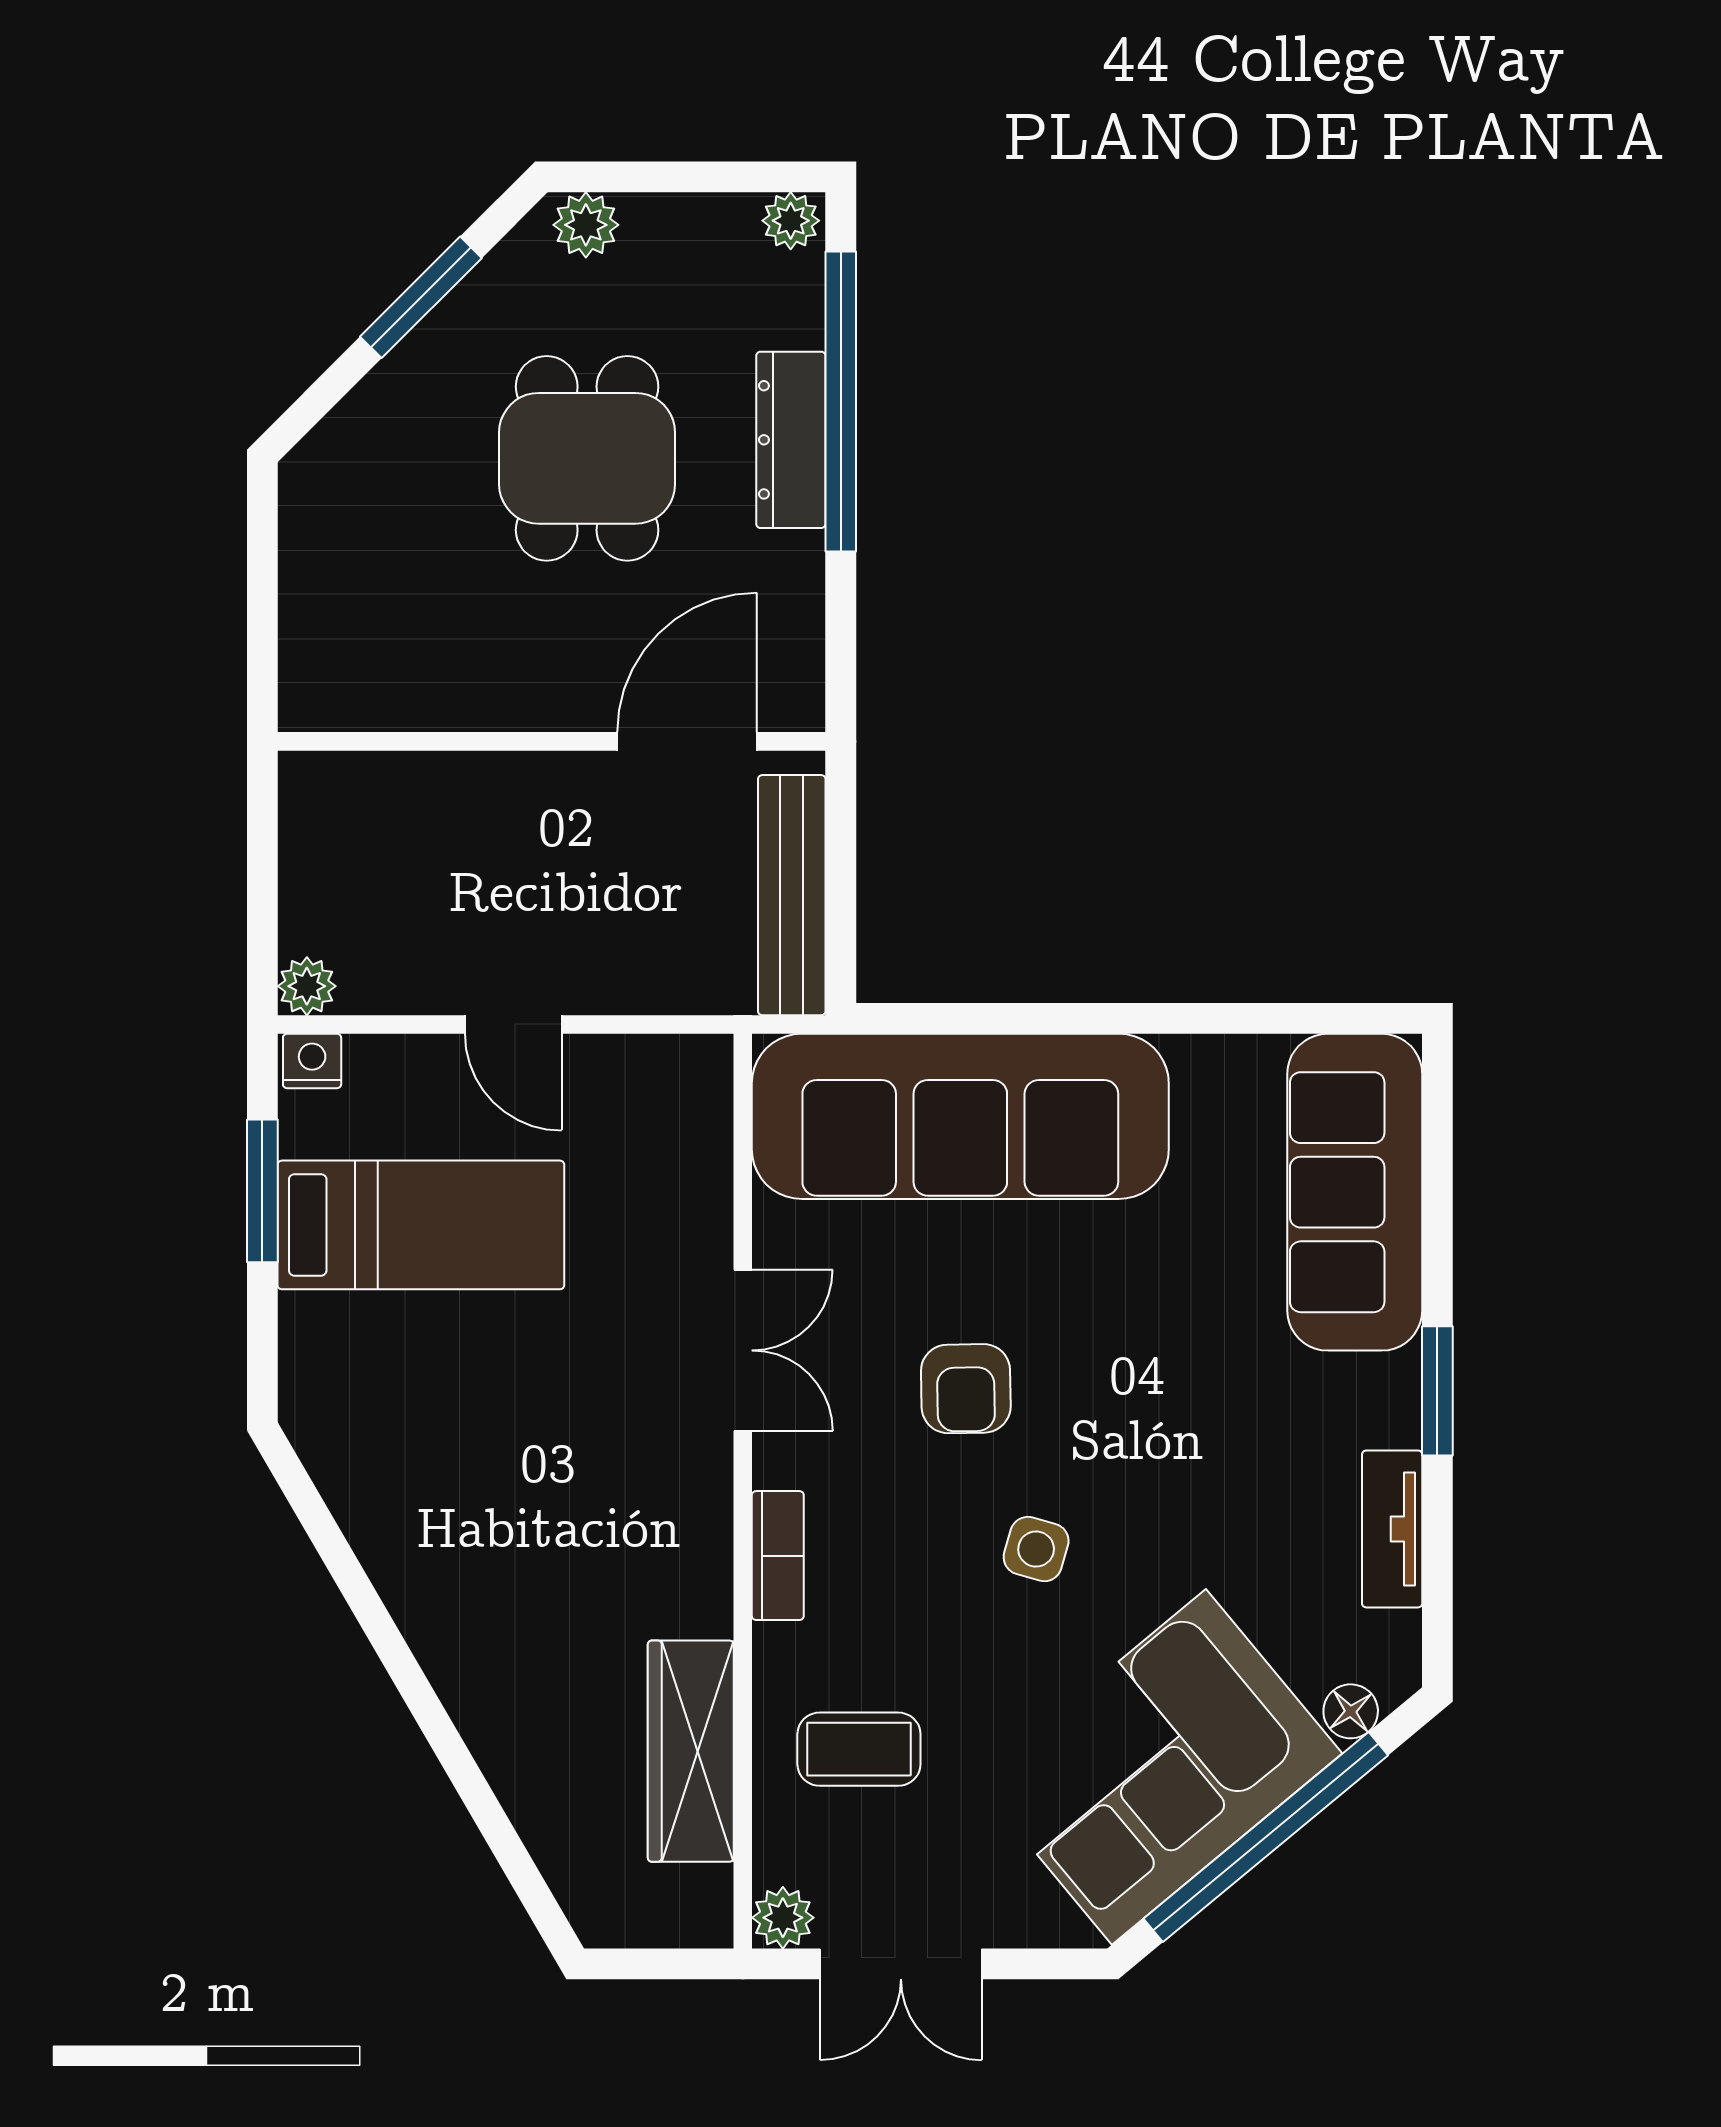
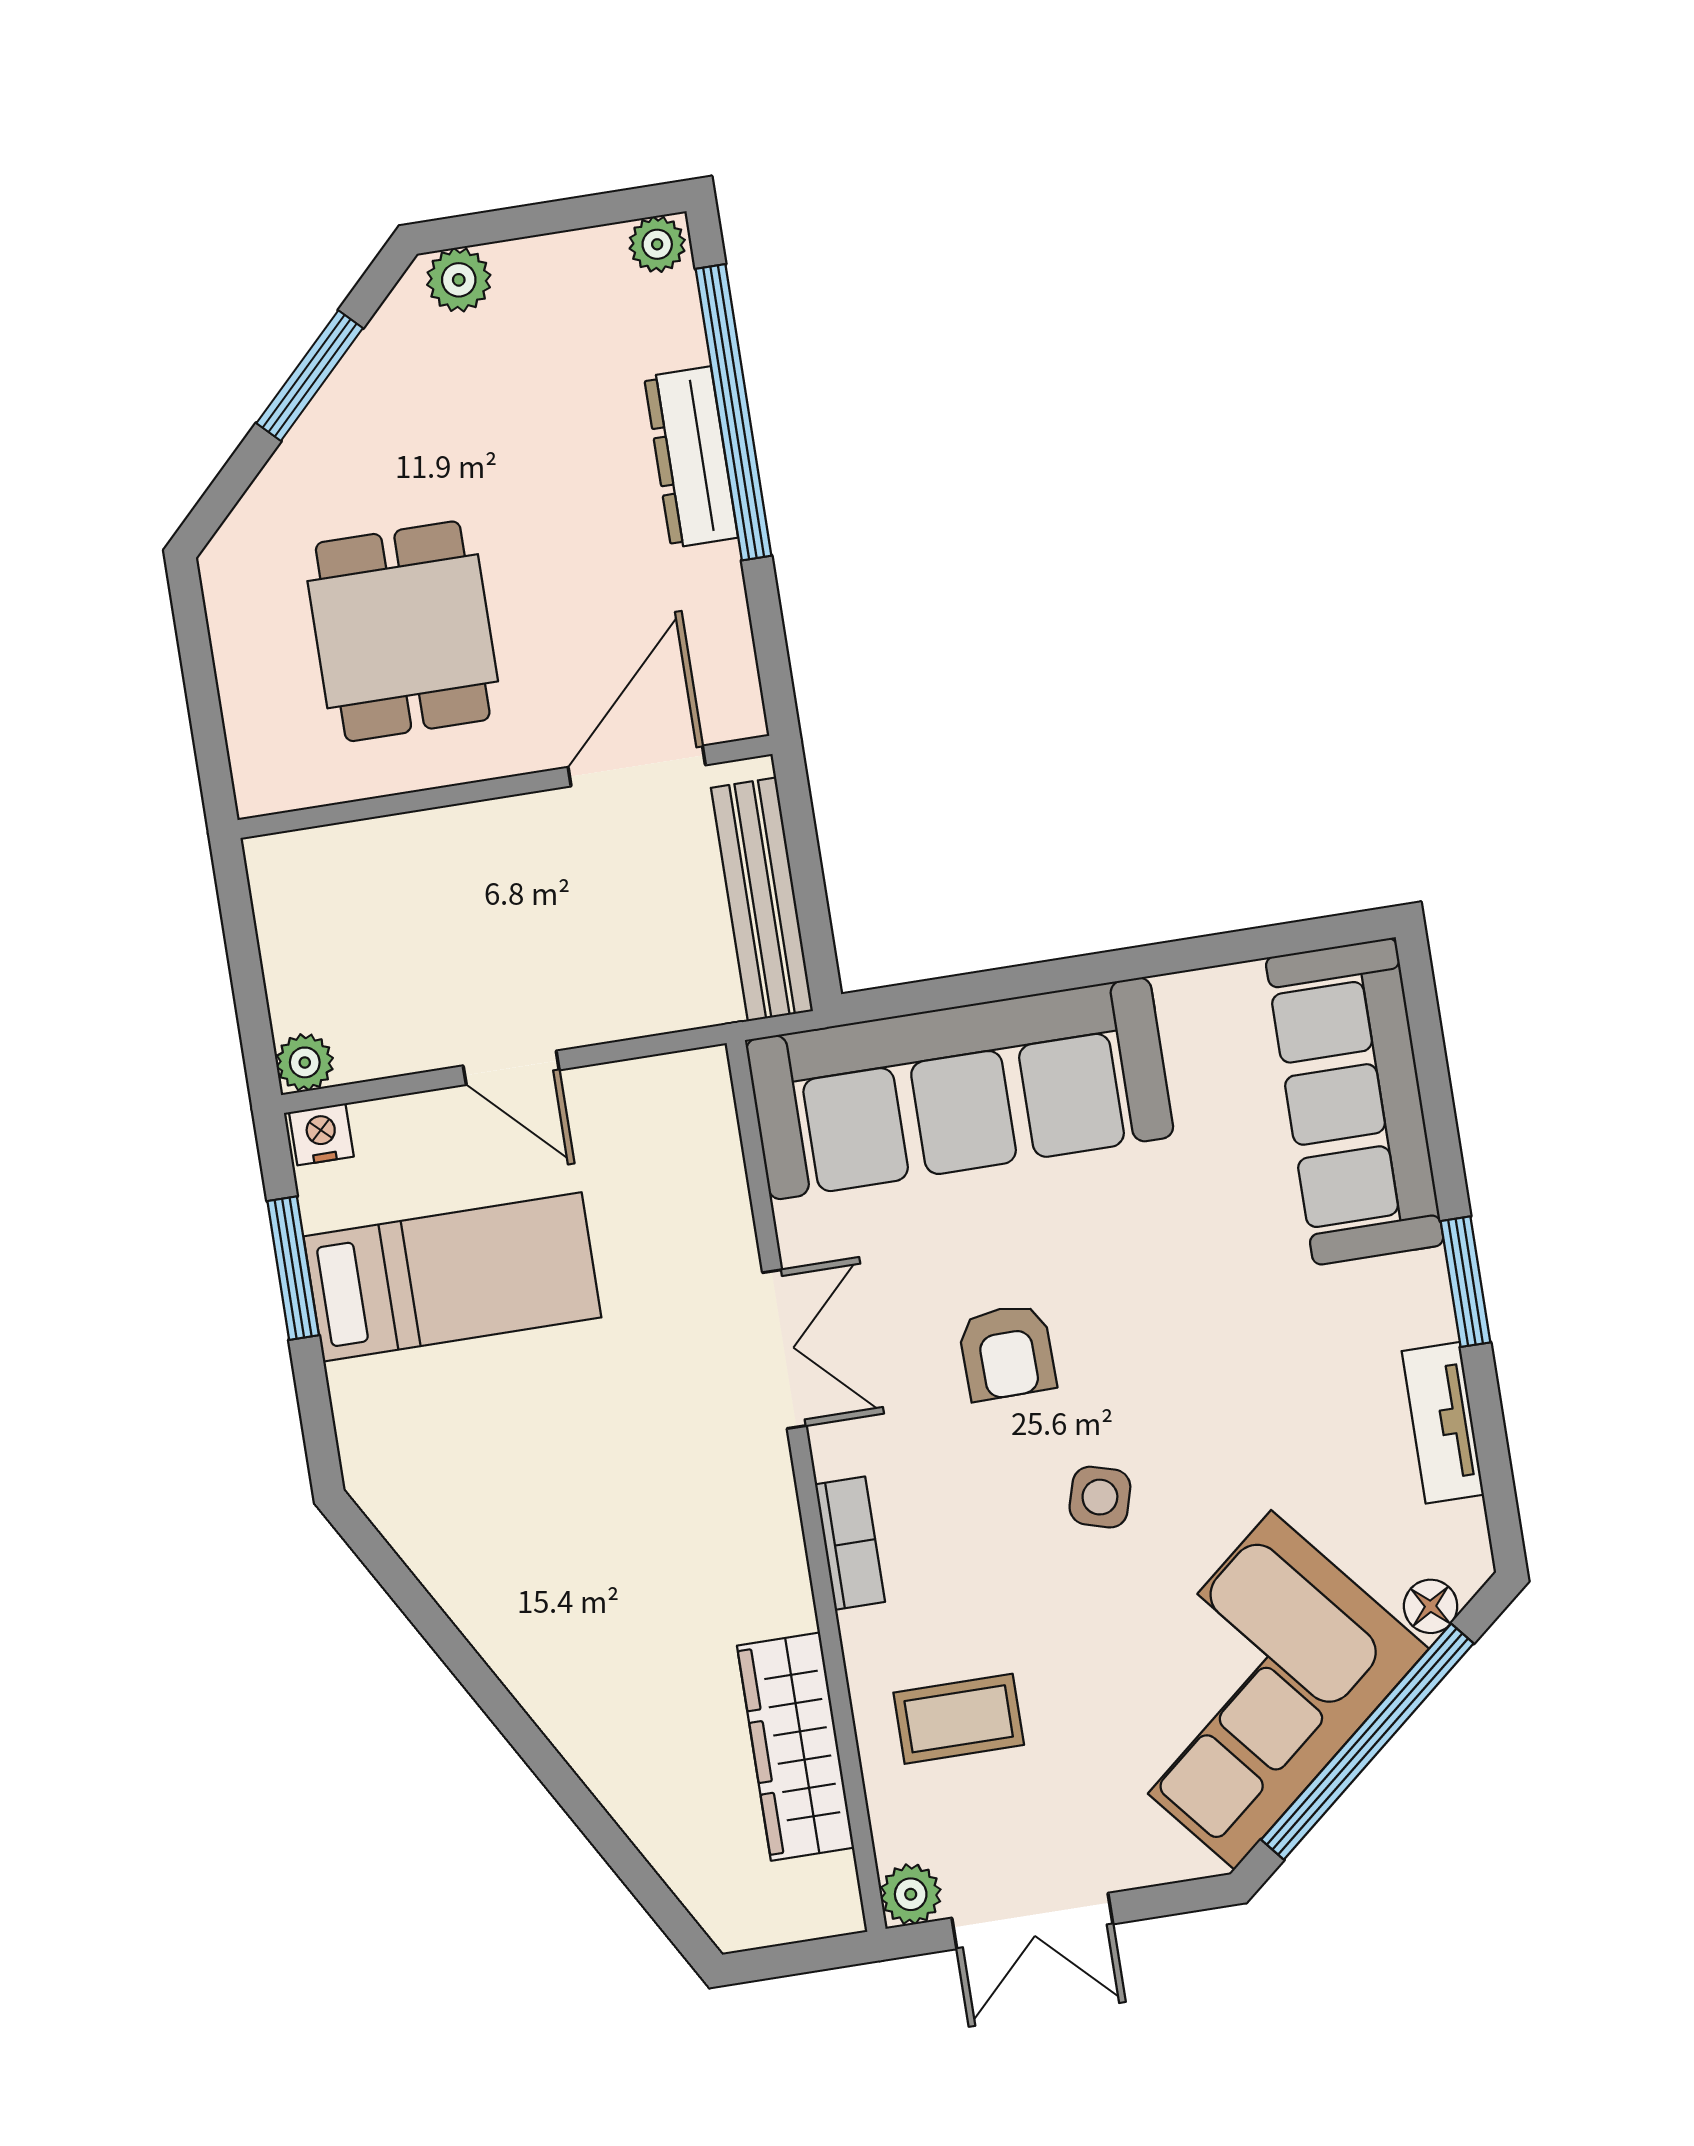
dining table: (587, 458) -> (403, 631), moved

